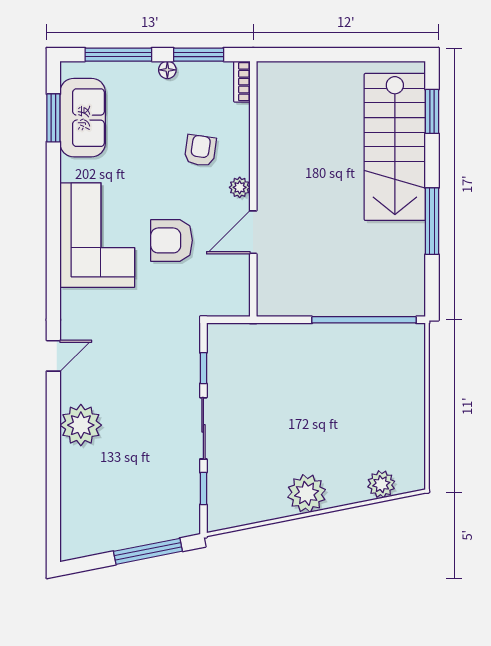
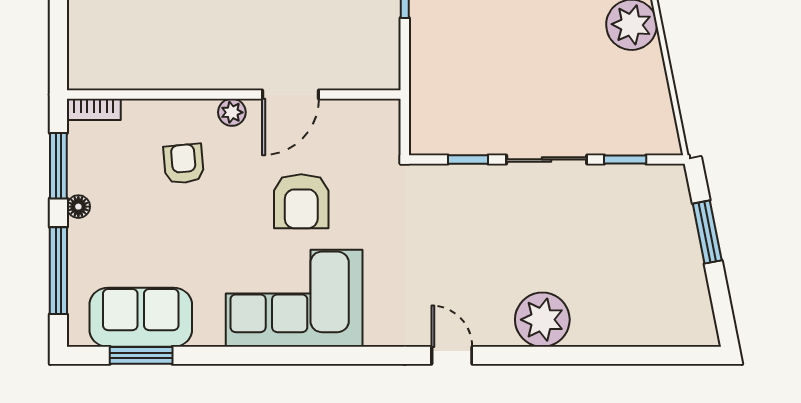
armchair: (200, 150) -> (184, 164), turned 77
door: (253, 232) -> (290, 95), hinge flipped
window: (148, 551) -> (707, 232), width x0.69

